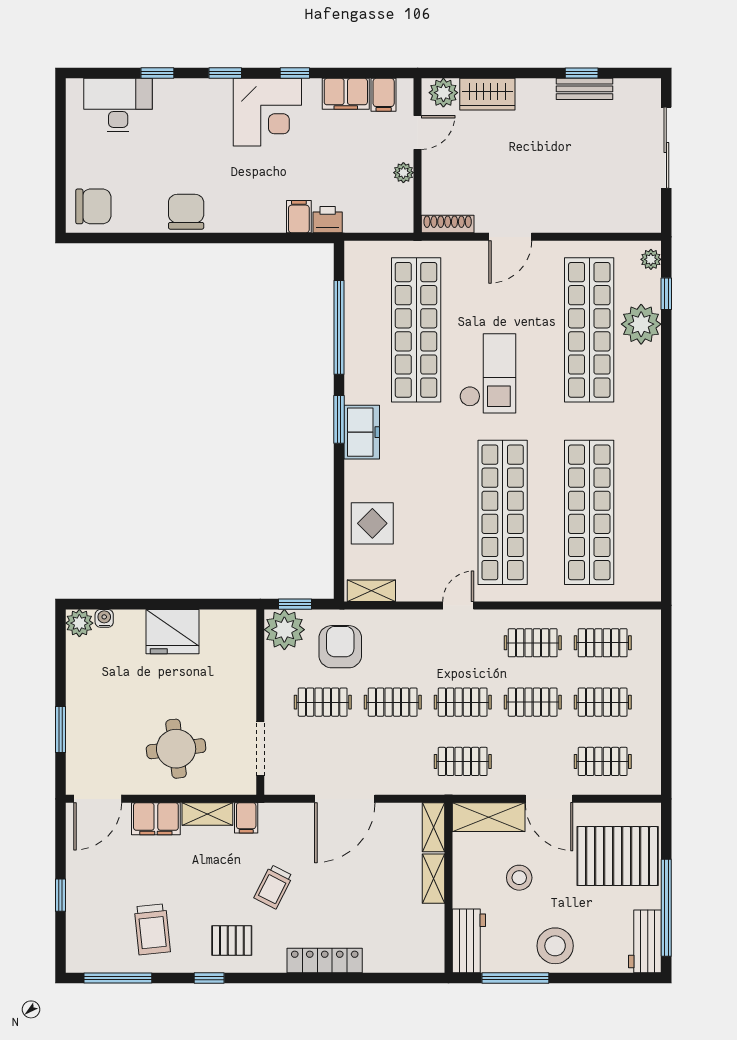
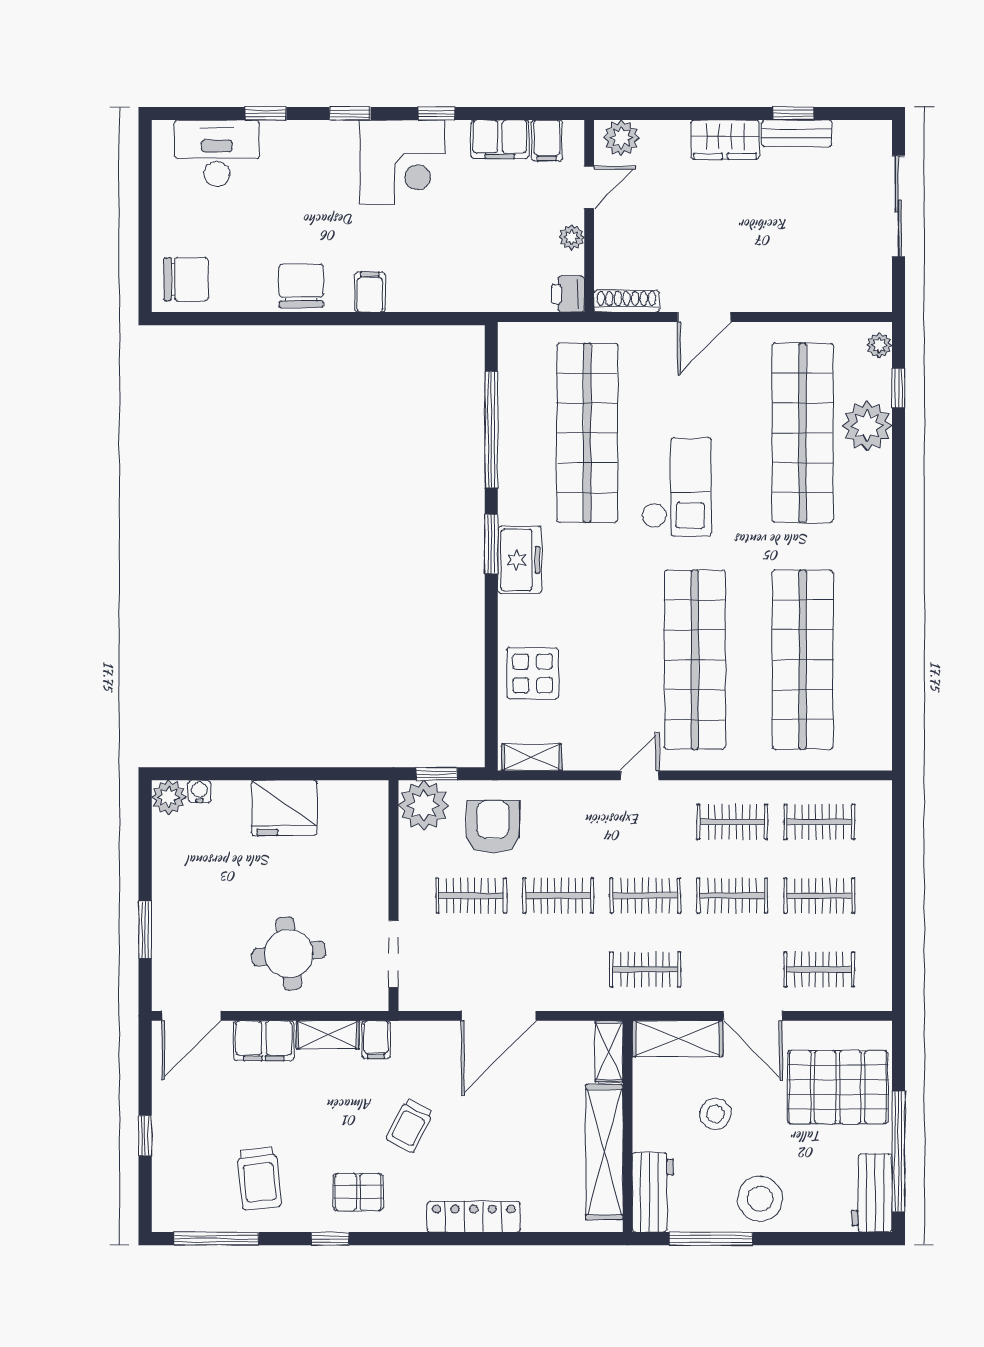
wardrobe: (487, 94) -> (725, 140), moved
filing cabinet: (299, 217) -> (370, 292), moved
printer: (328, 220) -> (568, 294), moved, turned -90
shelving: (433, 879) -> (604, 1152), width x2.20, depth x1.33

